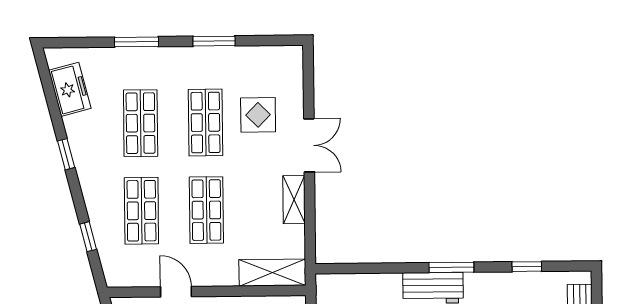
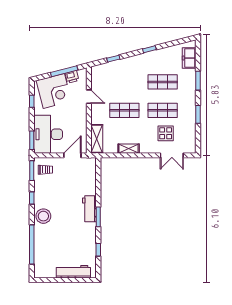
freezer: (70, 89) -> (189, 58), moved, turned 104
double door: (309, 145) -> (172, 155), moved
shop shelf: (141, 211) -> (124, 82), removed
door: (176, 292) -> (89, 97), hinge flipped

